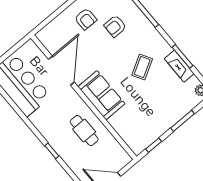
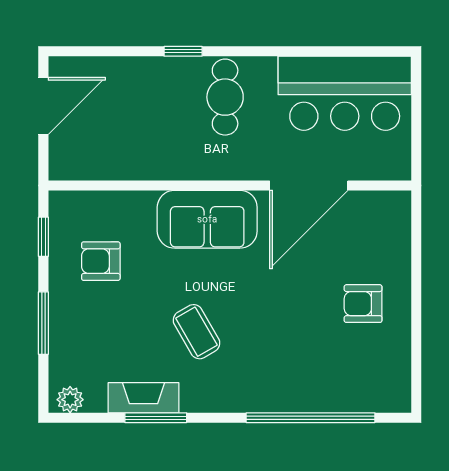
armchair: (115, 26) -> (101, 261), moved, turned -90
door: (61, 71) -> (309, 185), hinge flipped
cafe table: (84, 131) -> (225, 97), moved, turned 90

